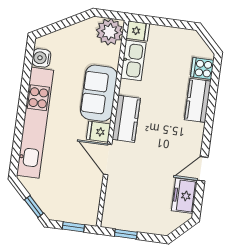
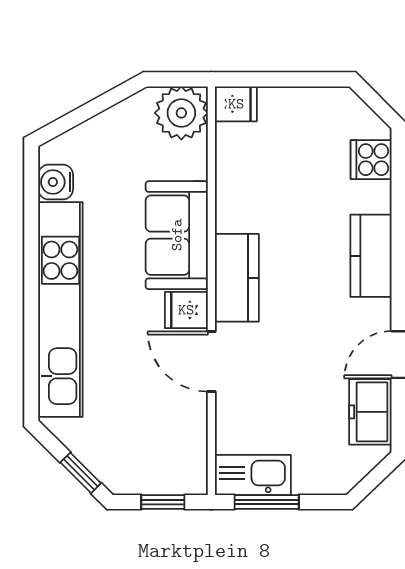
kitchen sink: (133, 60) -> (253, 475), moved, turned -90
kitchen counter: (198, 100) -> (371, 256), moved
window: (126, 234) -> (267, 502), width x1.50

